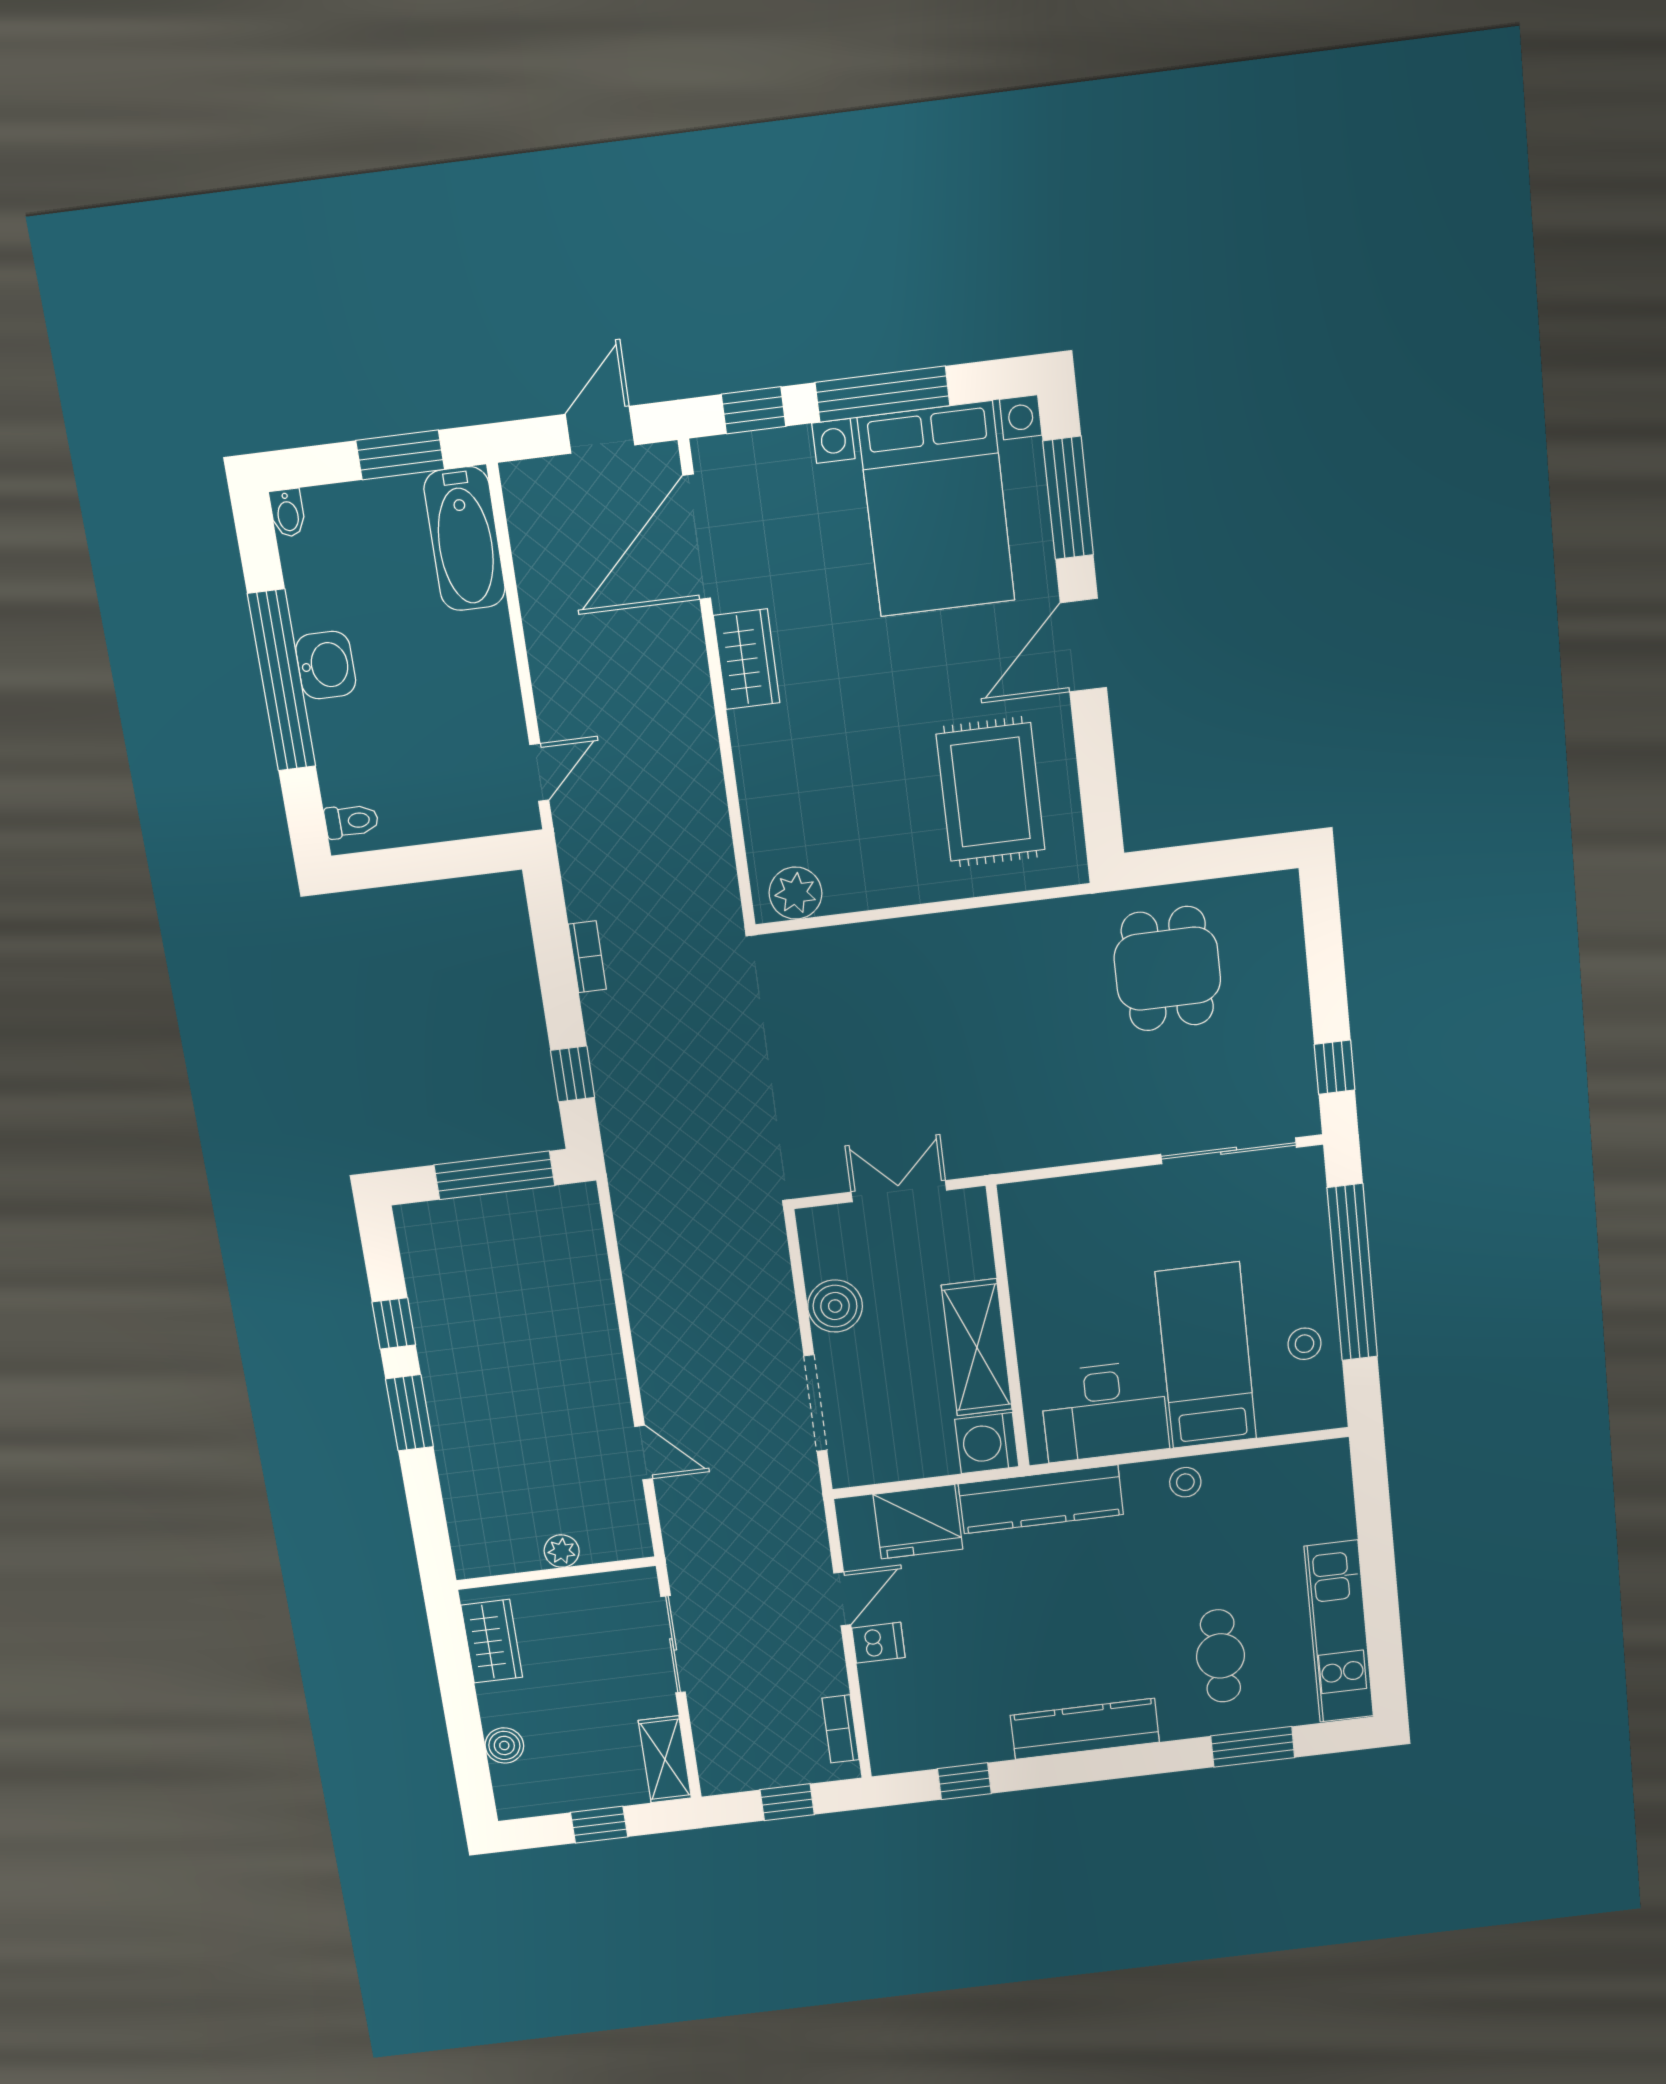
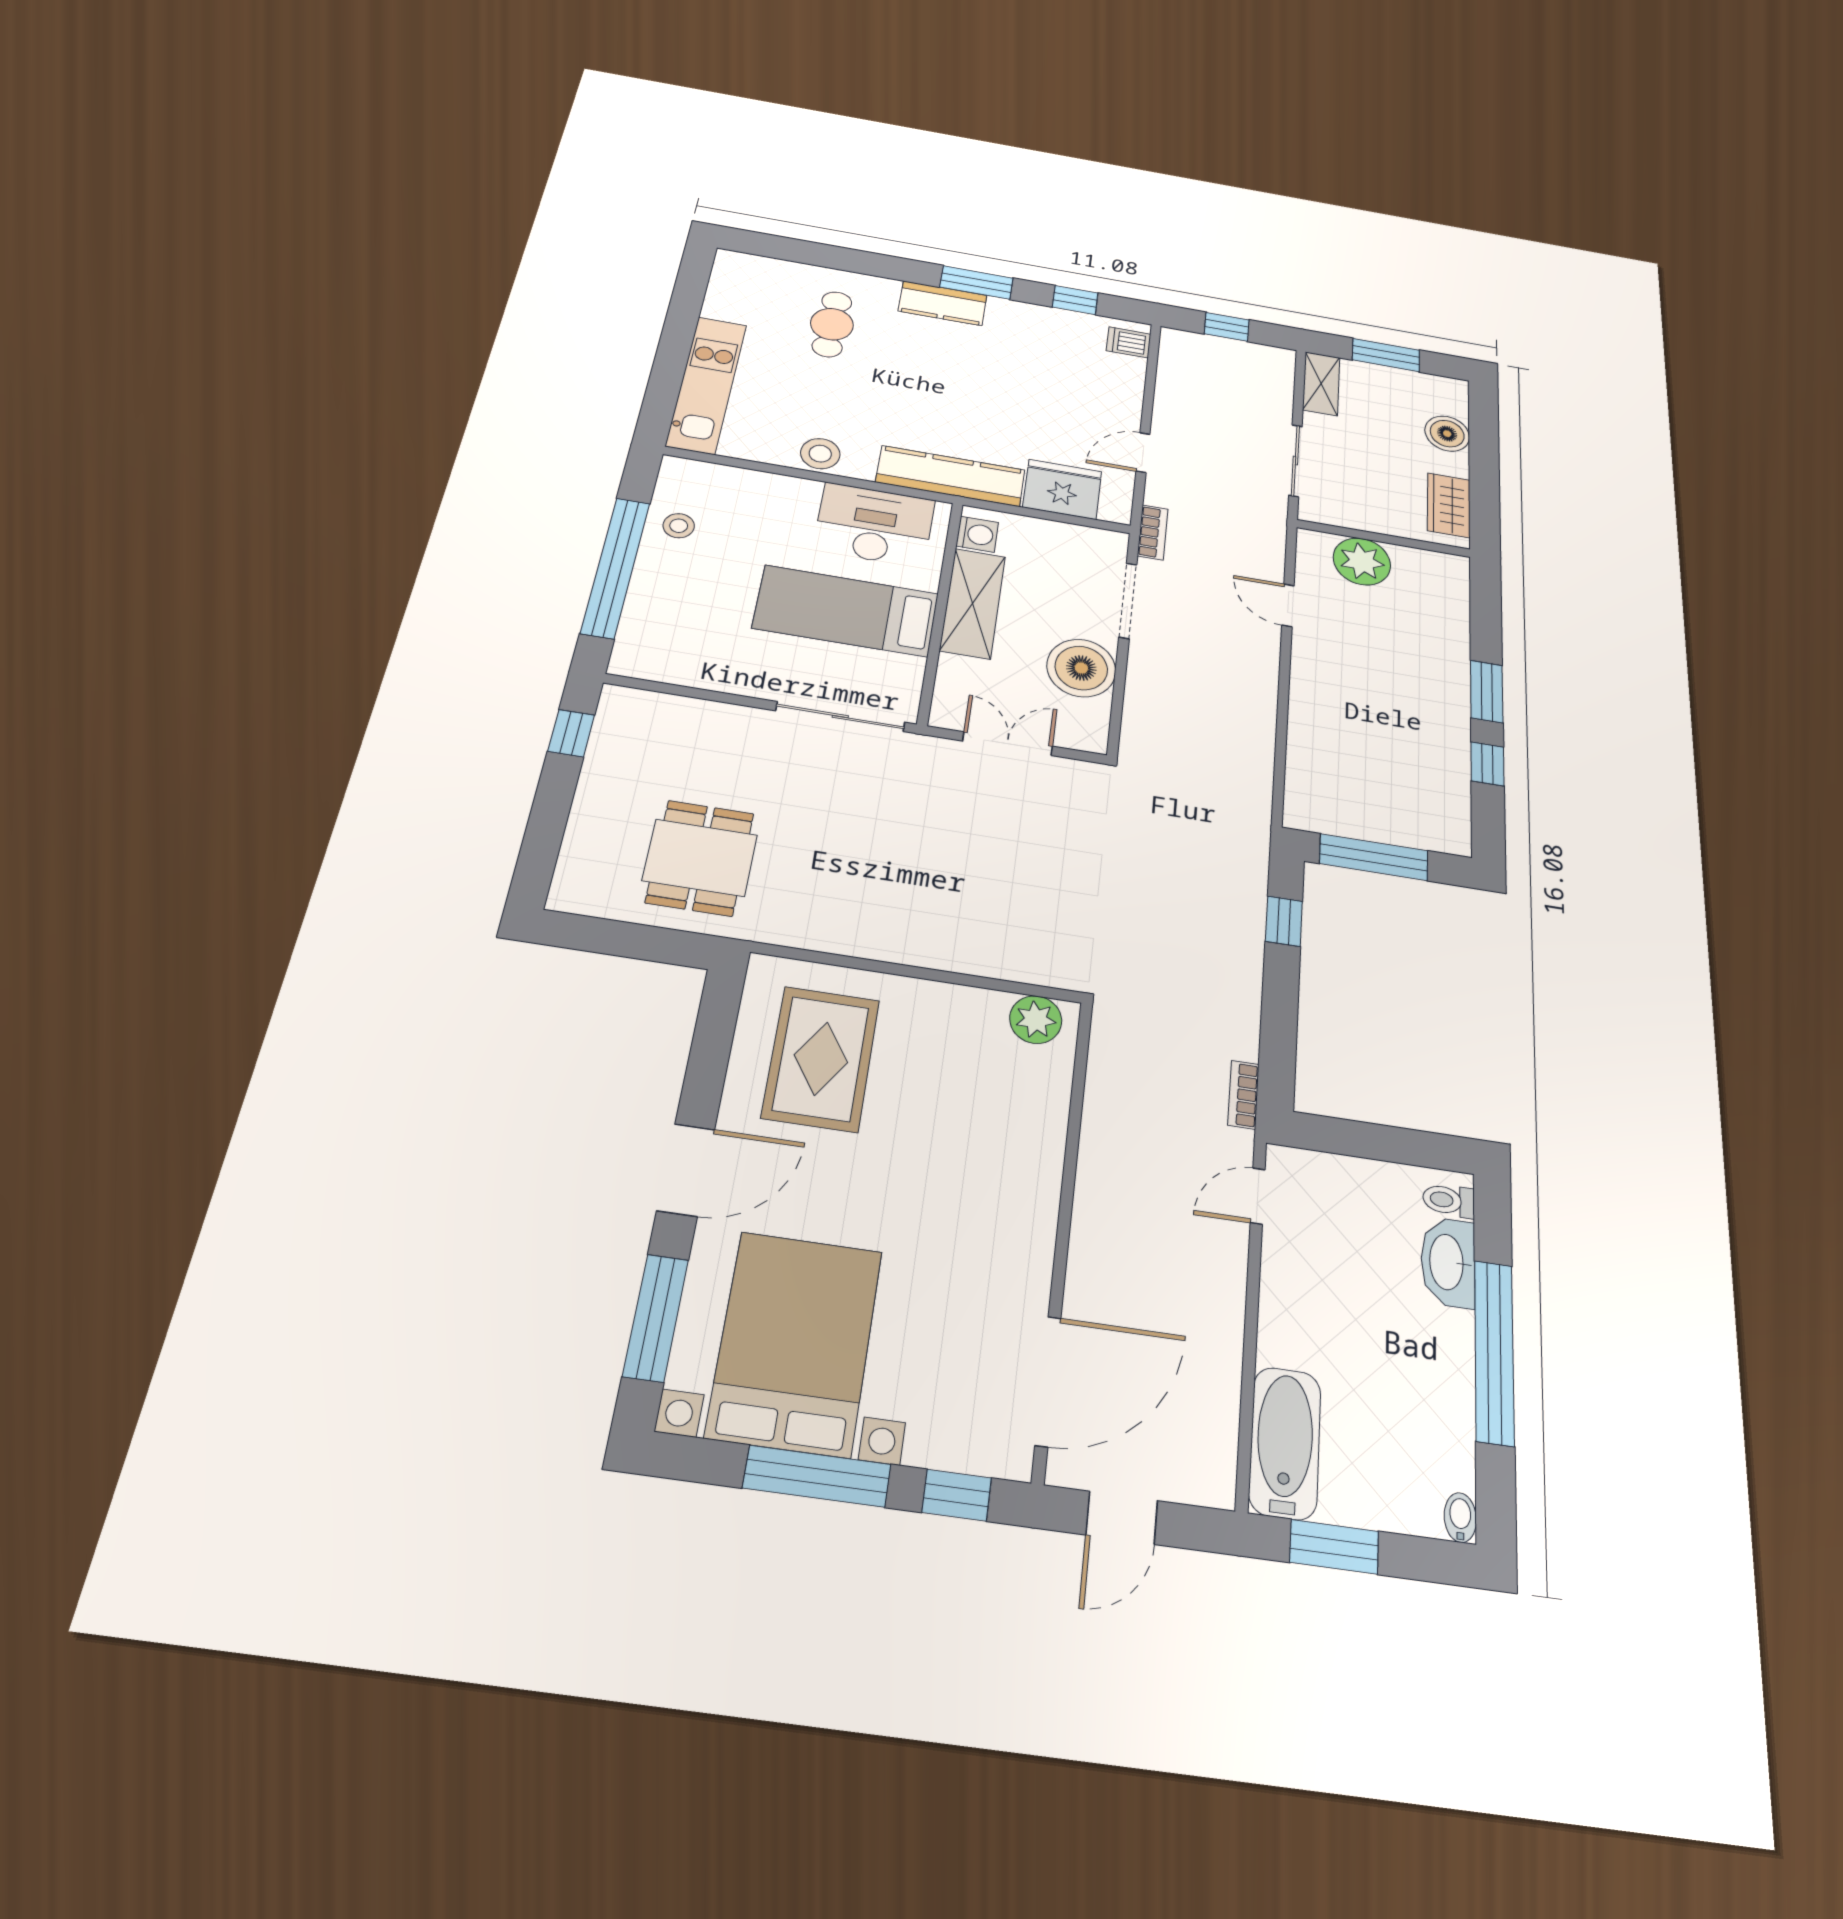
wardrobe: (747, 659) -> (1028, 1248), removed
washbasin: (326, 665) -> (1448, 1262), moved, width x1.38
bookcase: (587, 957) -> (1243, 1095), moved
sliding door: (1229, 1151) -> (840, 717), moved
double door: (899, 1191) -> (1008, 744), swing flipped
boiler: (835, 1306) -> (1081, 668), width x1.37, depth x1.37
bed: (1206, 1355) -> (846, 611), moved, turned 90
washing machine: (987, 1443) -> (977, 534), width x0.73, depth x0.73
stool: (1185, 1482) -> (820, 454), width x1.37, depth x1.37
plant: (562, 1551) -> (1362, 561), width x1.88, depth x1.88
kitchen unit: (1339, 1632) -> (706, 385), moved
dishwasher: (878, 1643) -> (1129, 342), moved
bookcase: (840, 1729) -> (1153, 532), moved
kitchen counter: (1085, 1729) -> (943, 303), width x0.67
boiler: (504, 1745) -> (1447, 434), width x1.36, depth x1.36
window: (1253, 1747) -> (976, 283), moved
window: (599, 1825) -> (1386, 355), width x1.50

